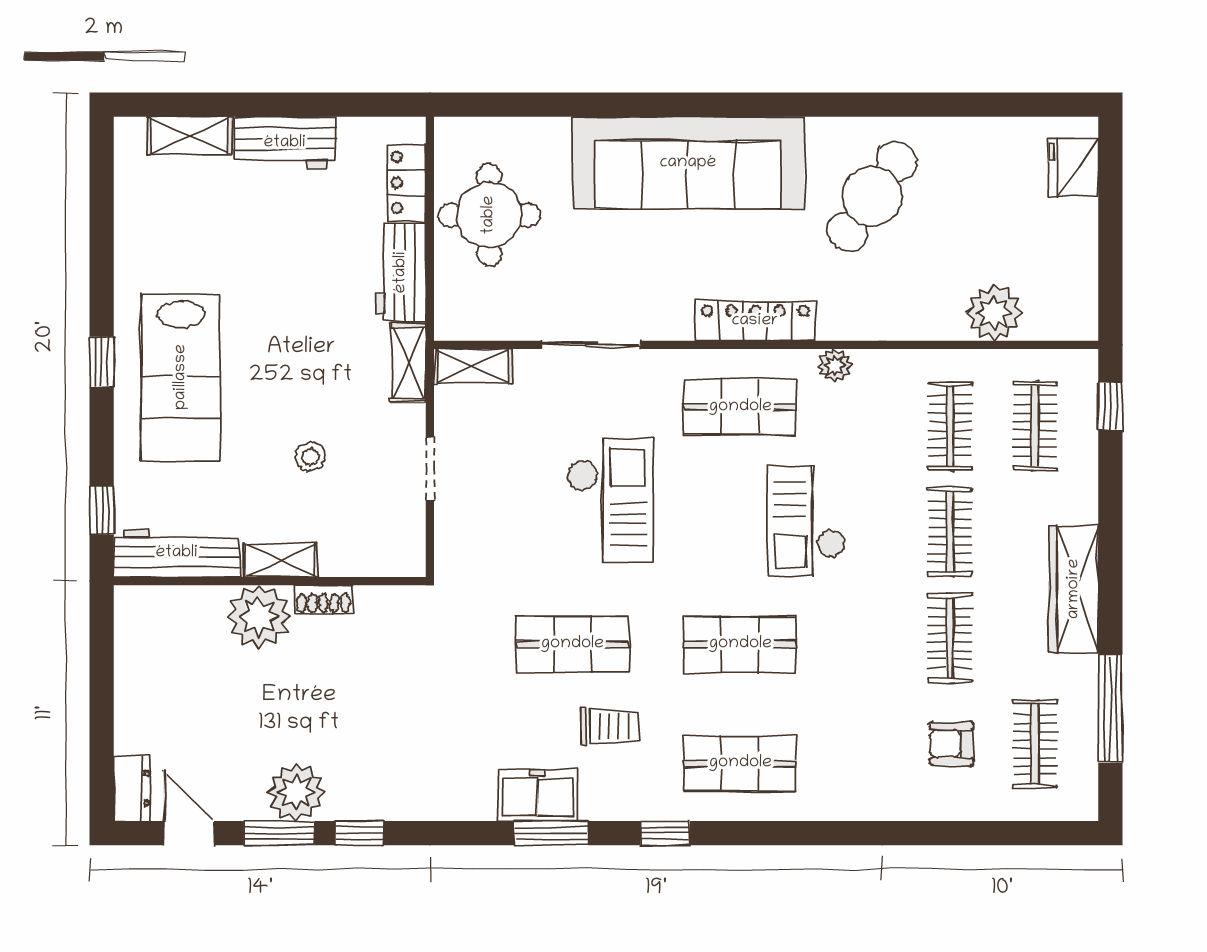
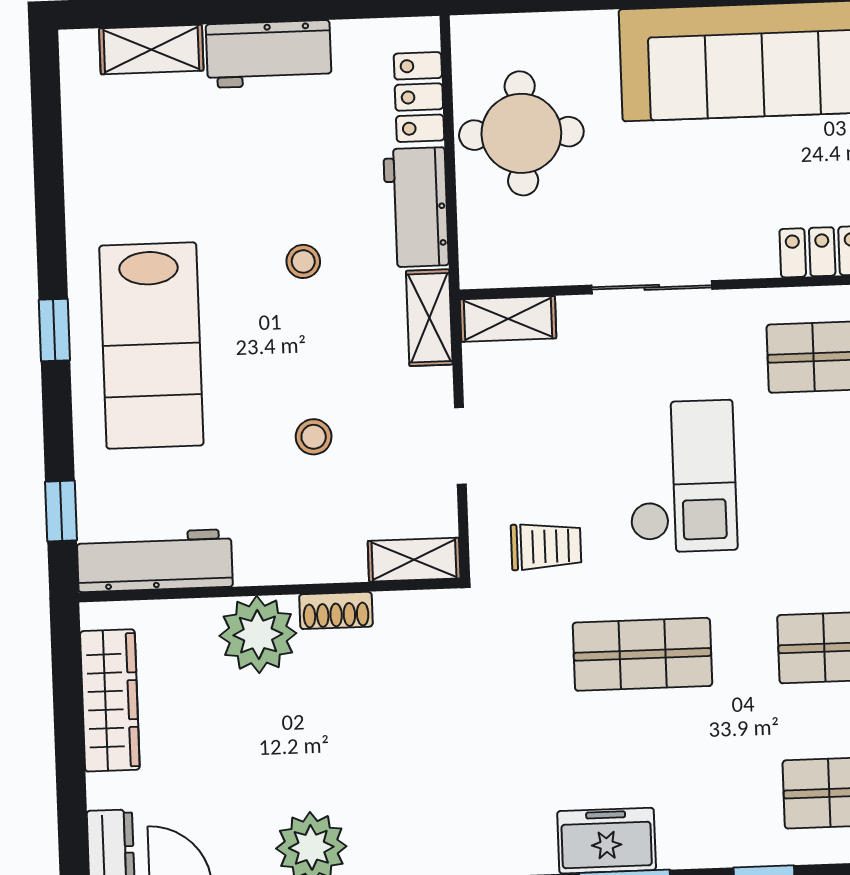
stool: (307, 313) -> (303, 261), added
shelving: (280, 560) -> (414, 560), moved
wardrobe: (136, 666) -> (110, 700), added
trolley: (610, 727) -> (546, 546), moved

